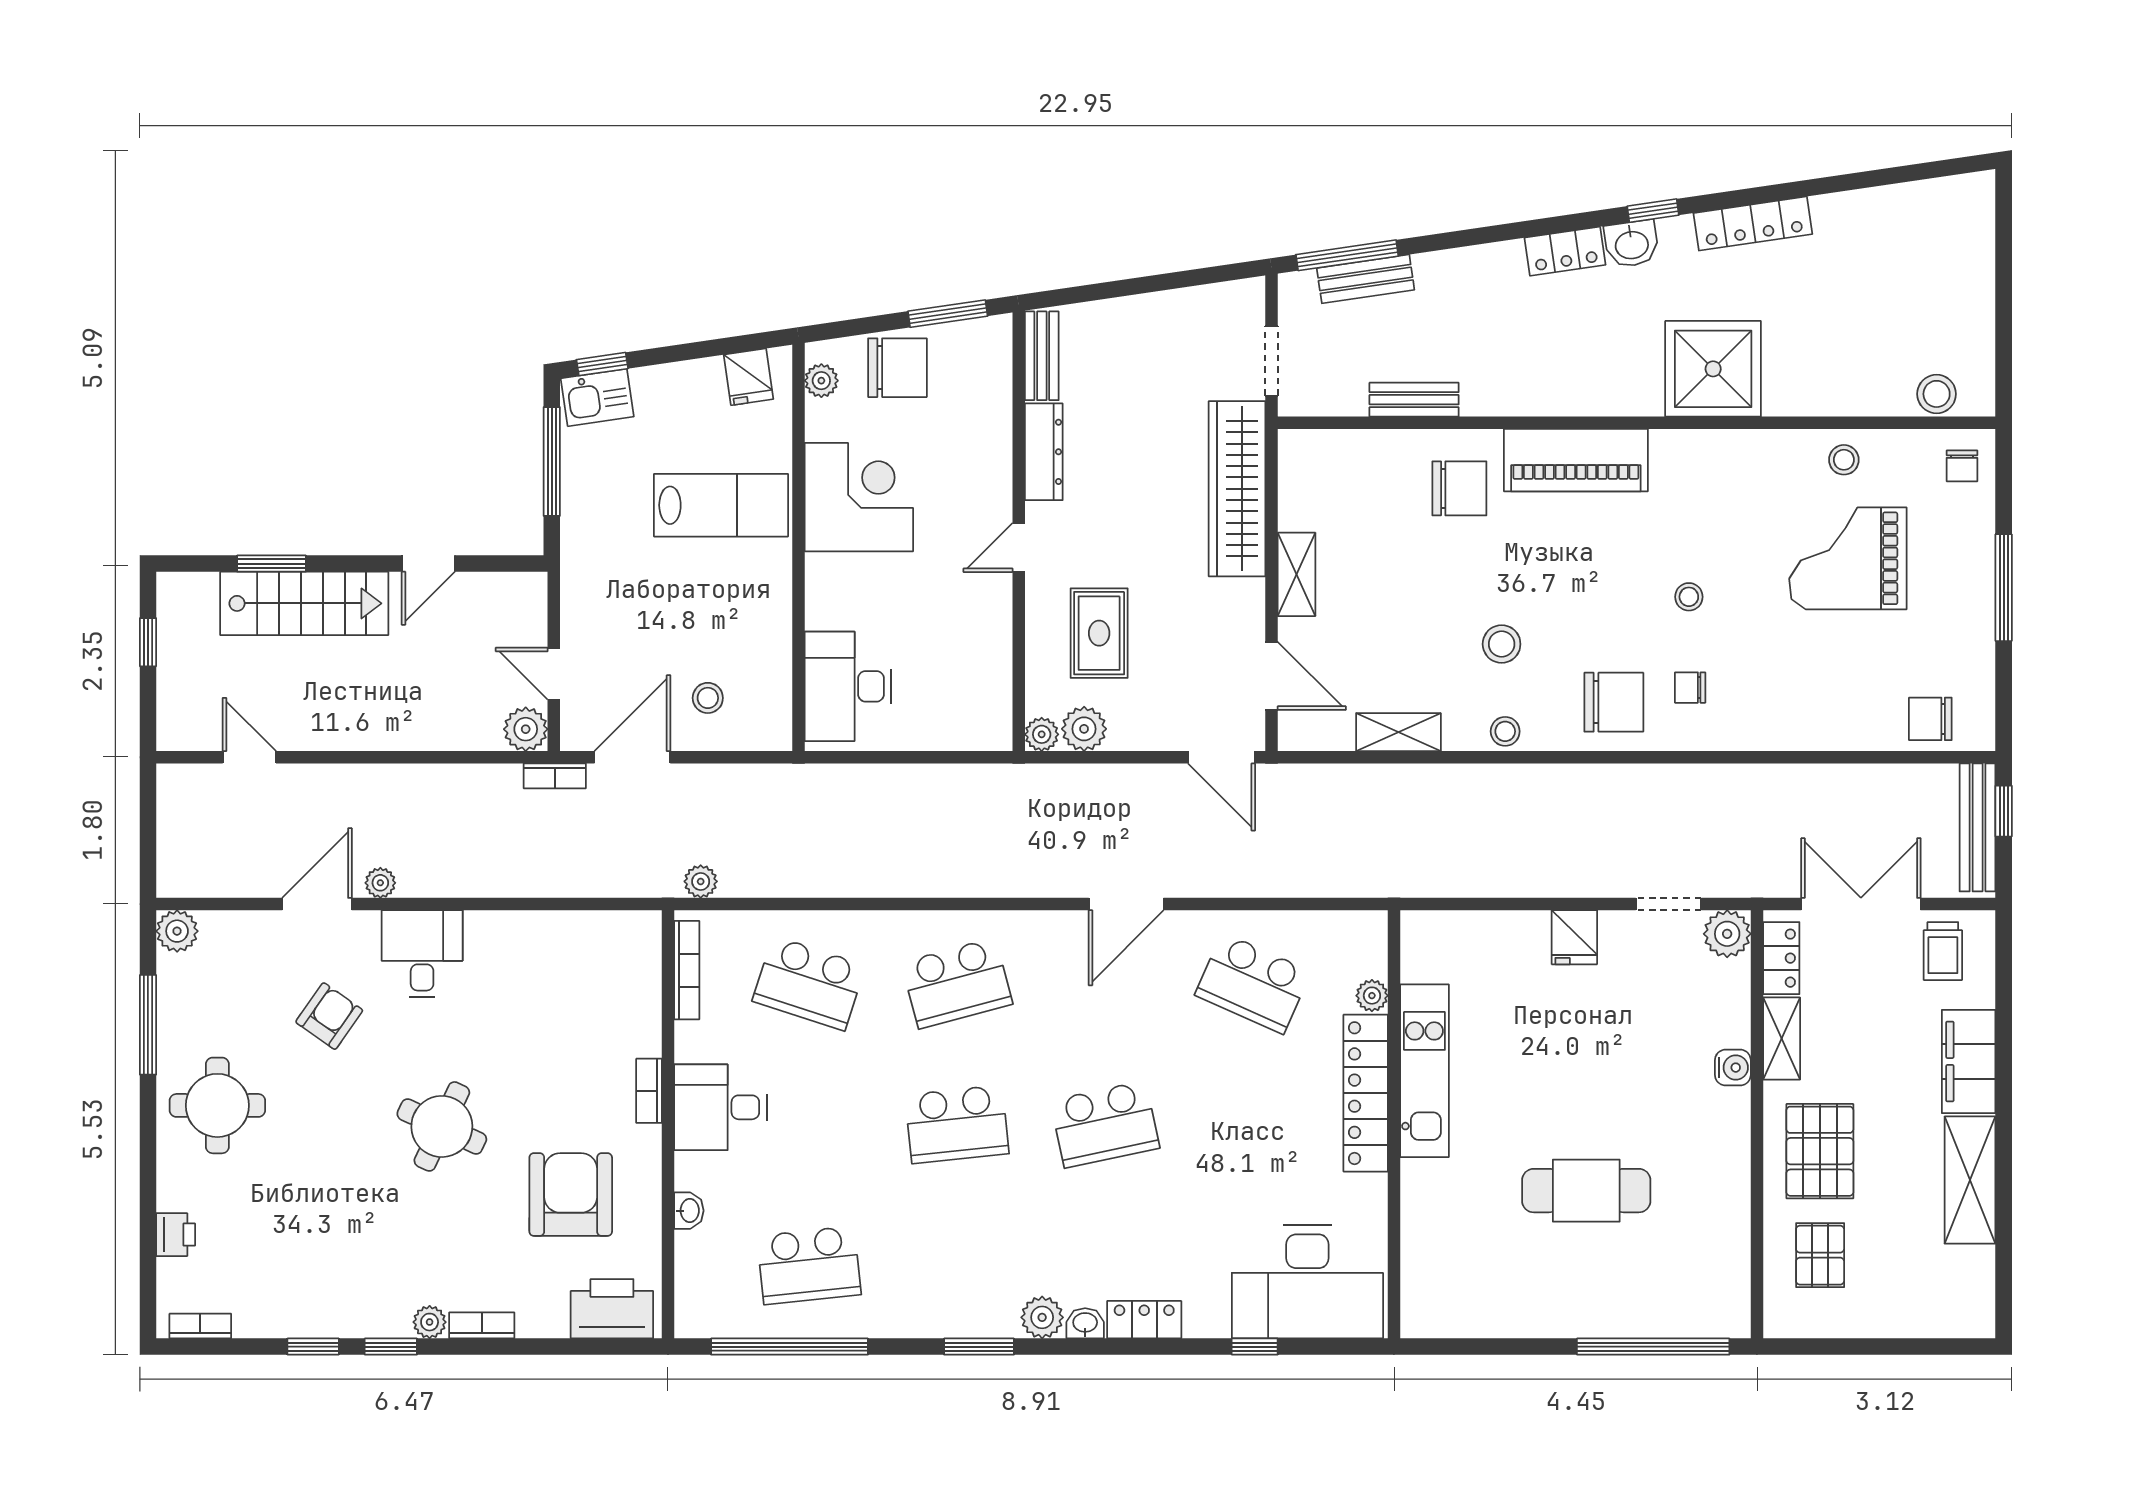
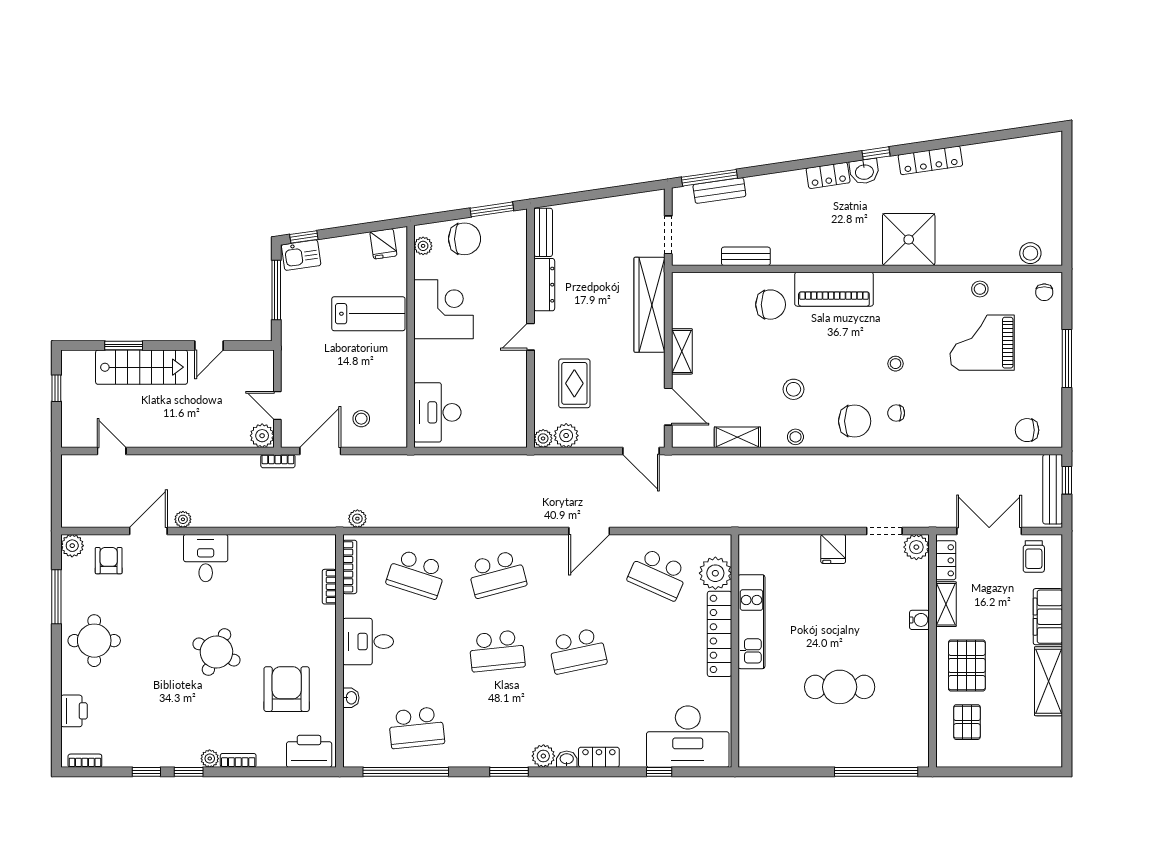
plant: (1372, 996) -> (715, 573), width x1.88, depth x1.88
armchair: (329, 1016) -> (109, 561), moved, turned -35
bookcase: (649, 1091) -> (329, 587), moved
printer: (176, 1235) -> (74, 711), width x1.36, depth x1.24

